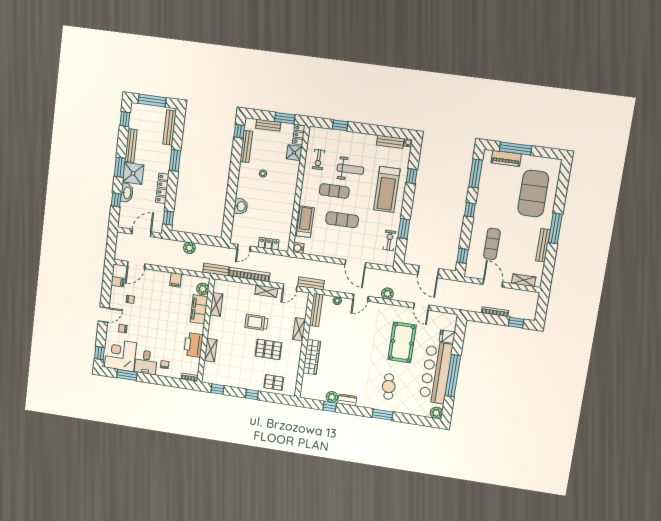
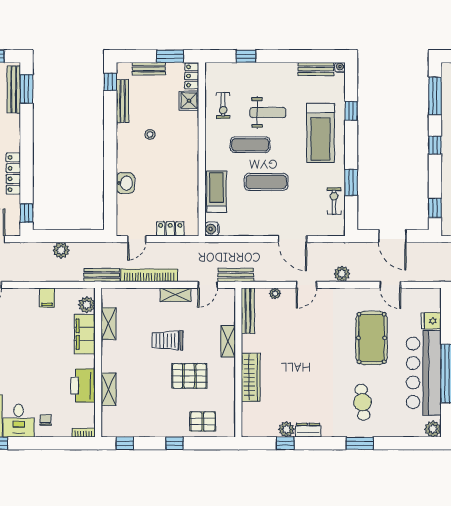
window: (175, 160) -> (26, 89), moved

